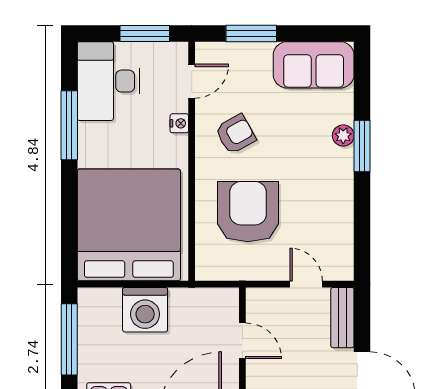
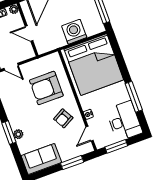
armchair: (248, 212) -> (46, 88), turned 90

